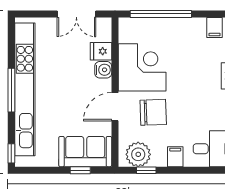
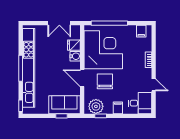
corner desk: (142, 67) -> (103, 50), width x1.36, depth x1.36
door: (115, 107) -> (82, 78), hinge flipped
chair: (153, 112) -> (105, 81), turned -88

